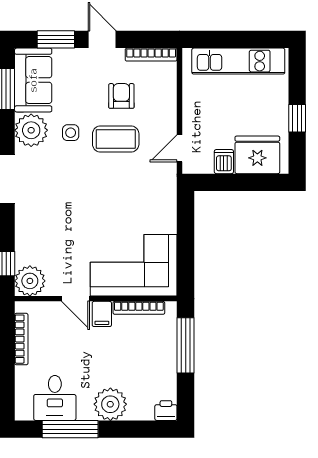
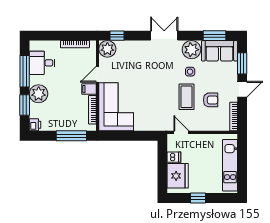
window: (130, 429) -> (25, 105), added

